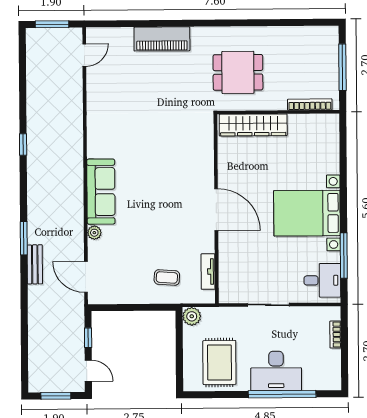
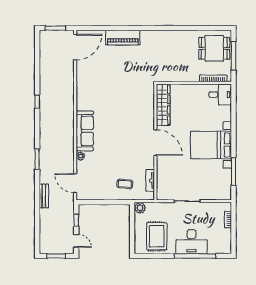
door: (84, 55) -> (75, 47), width x1.88
dining table: (238, 72) -> (214, 48), moved
wardrobe: (253, 125) -> (163, 105), moved, turned -90
bench: (35, 264) -> (44, 196), moved
desk: (322, 280) -> (220, 95), moved

